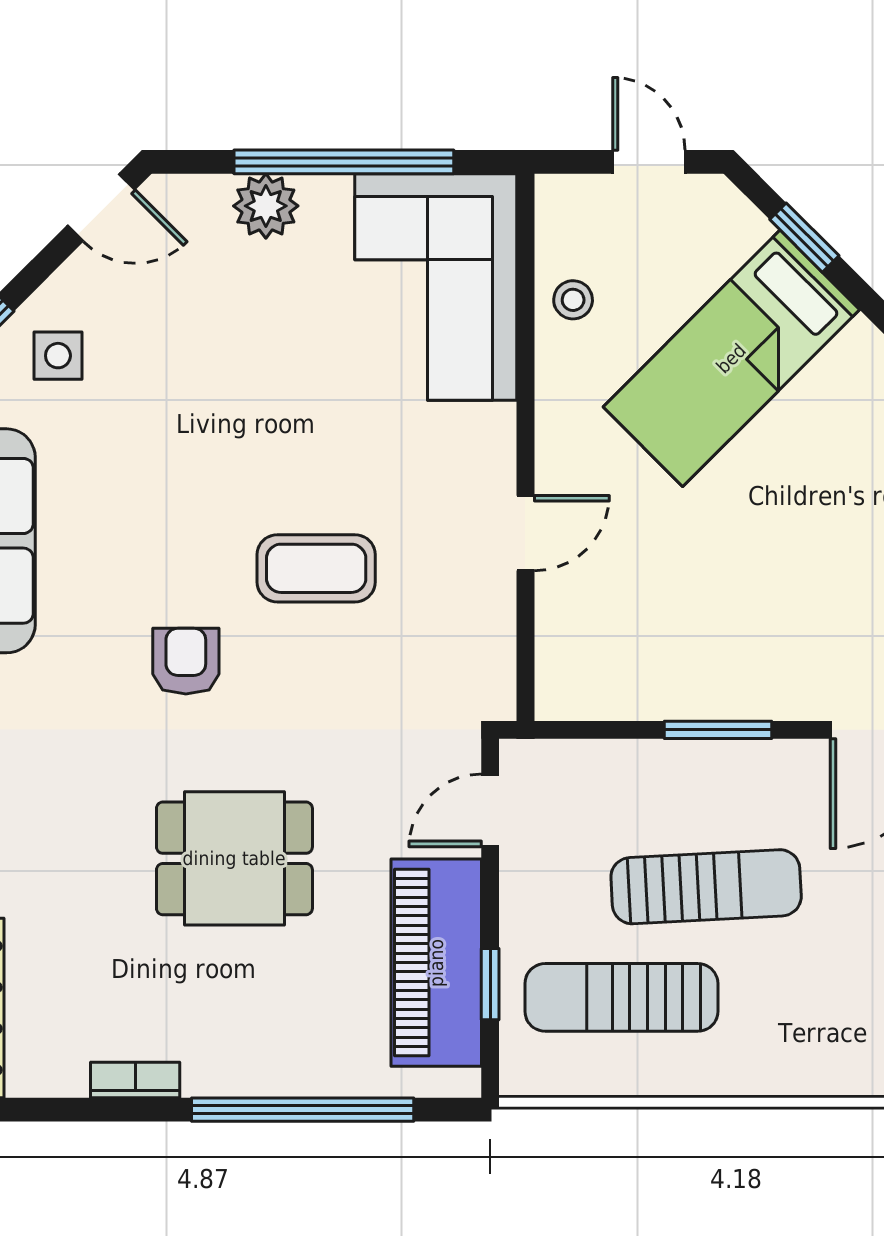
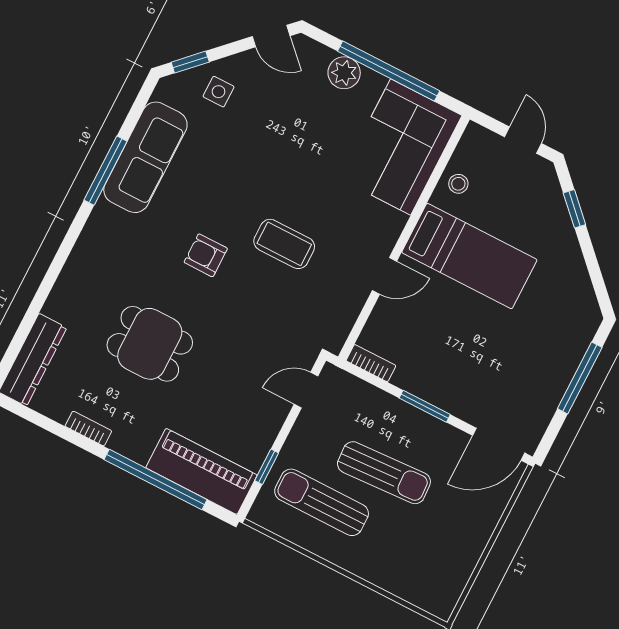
bed: (731, 358) -> (469, 256), moved, turned -135
armchair: (186, 661) -> (206, 255), turned -90
bookcase: (582, 702) -> (371, 363), added
dining table: (234, 858) -> (150, 344), moved
piano: (436, 963) -> (201, 471), moved, turned 90

